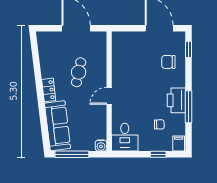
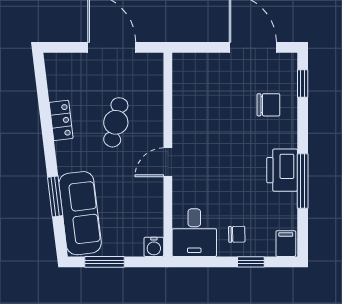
chair: (168, 62) -> (268, 105), turned 180
locker: (49, 90) -> (61, 120), moved
window: (43, 116) -> (55, 196), added
chair: (159, 124) -> (237, 234), moved
window: (72, 154) -> (104, 262), width x0.69

